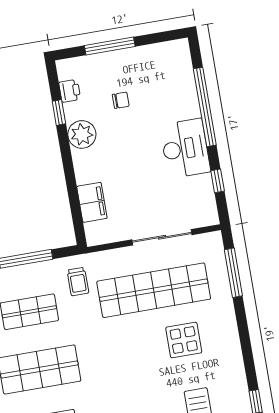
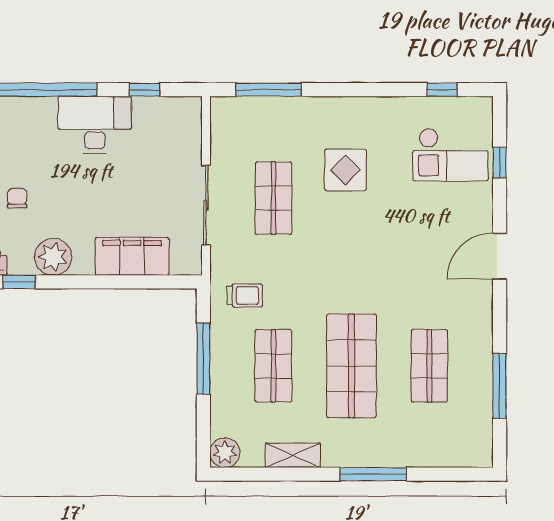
filing cabinet: (92, 202) -> (132, 256), width x1.50, depth x1.17
sliding door: (162, 237) -> (206, 205), moved
shop shelf: (154, 290) -> (273, 198), width x0.50, depth x0.74

